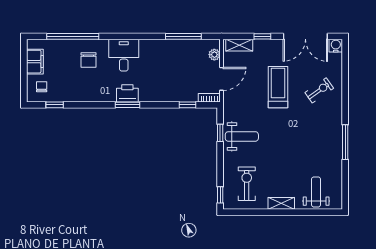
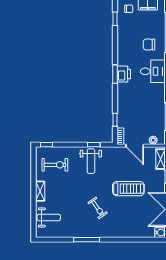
exercise bike: (319, 90) -> (98, 208), moved

